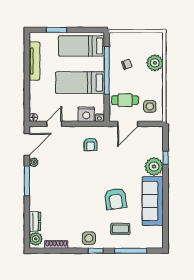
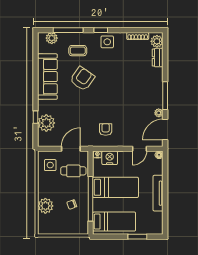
tv unit: (34, 61) -> (158, 193), moved
plant: (154, 166) -> (46, 123), moved
armchair: (116, 199) -> (82, 79), turned 43
plant: (148, 242) -> (52, 38), added

